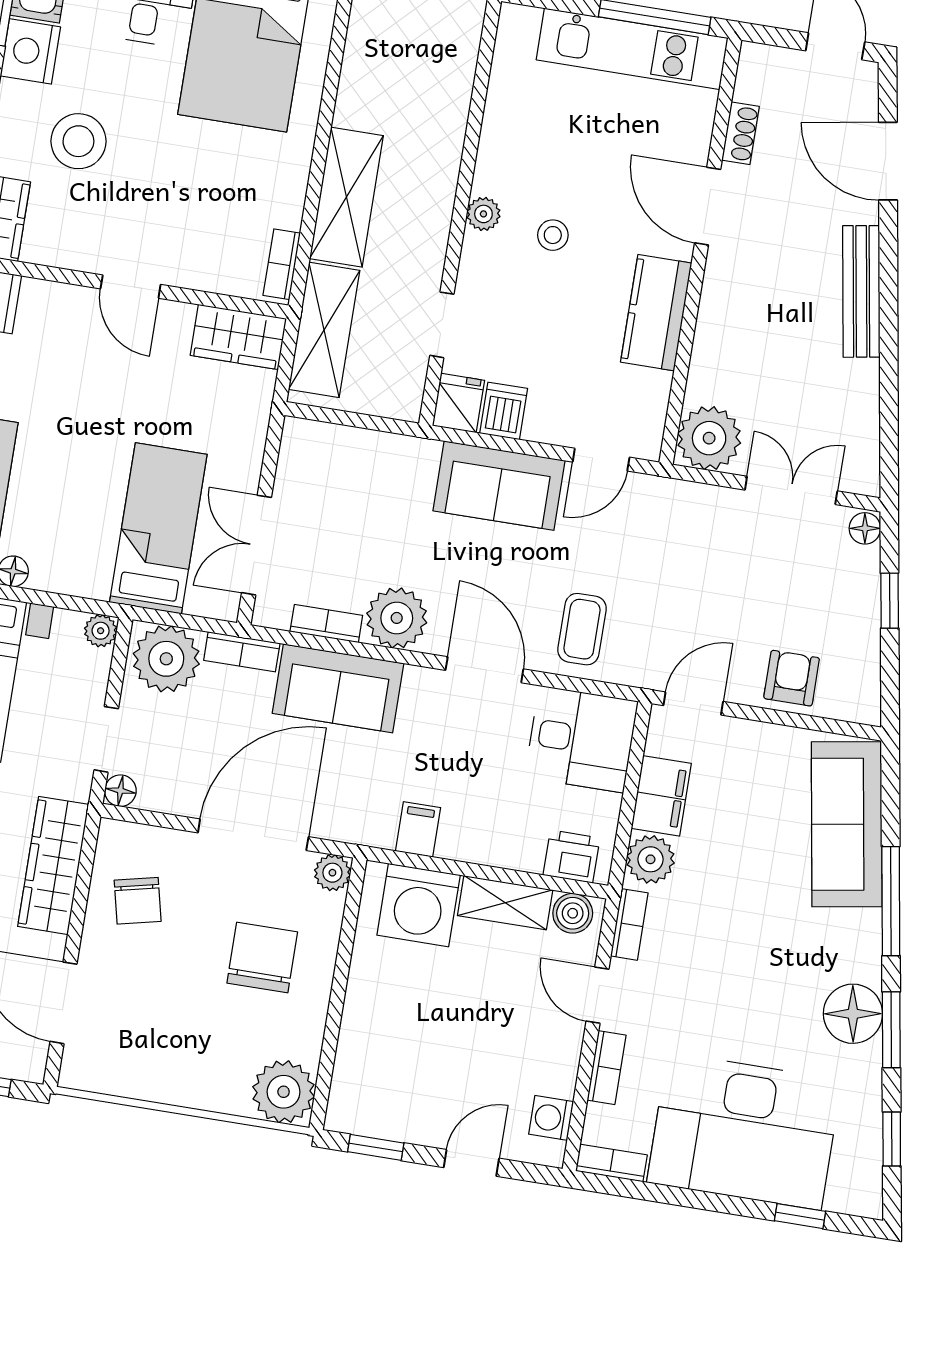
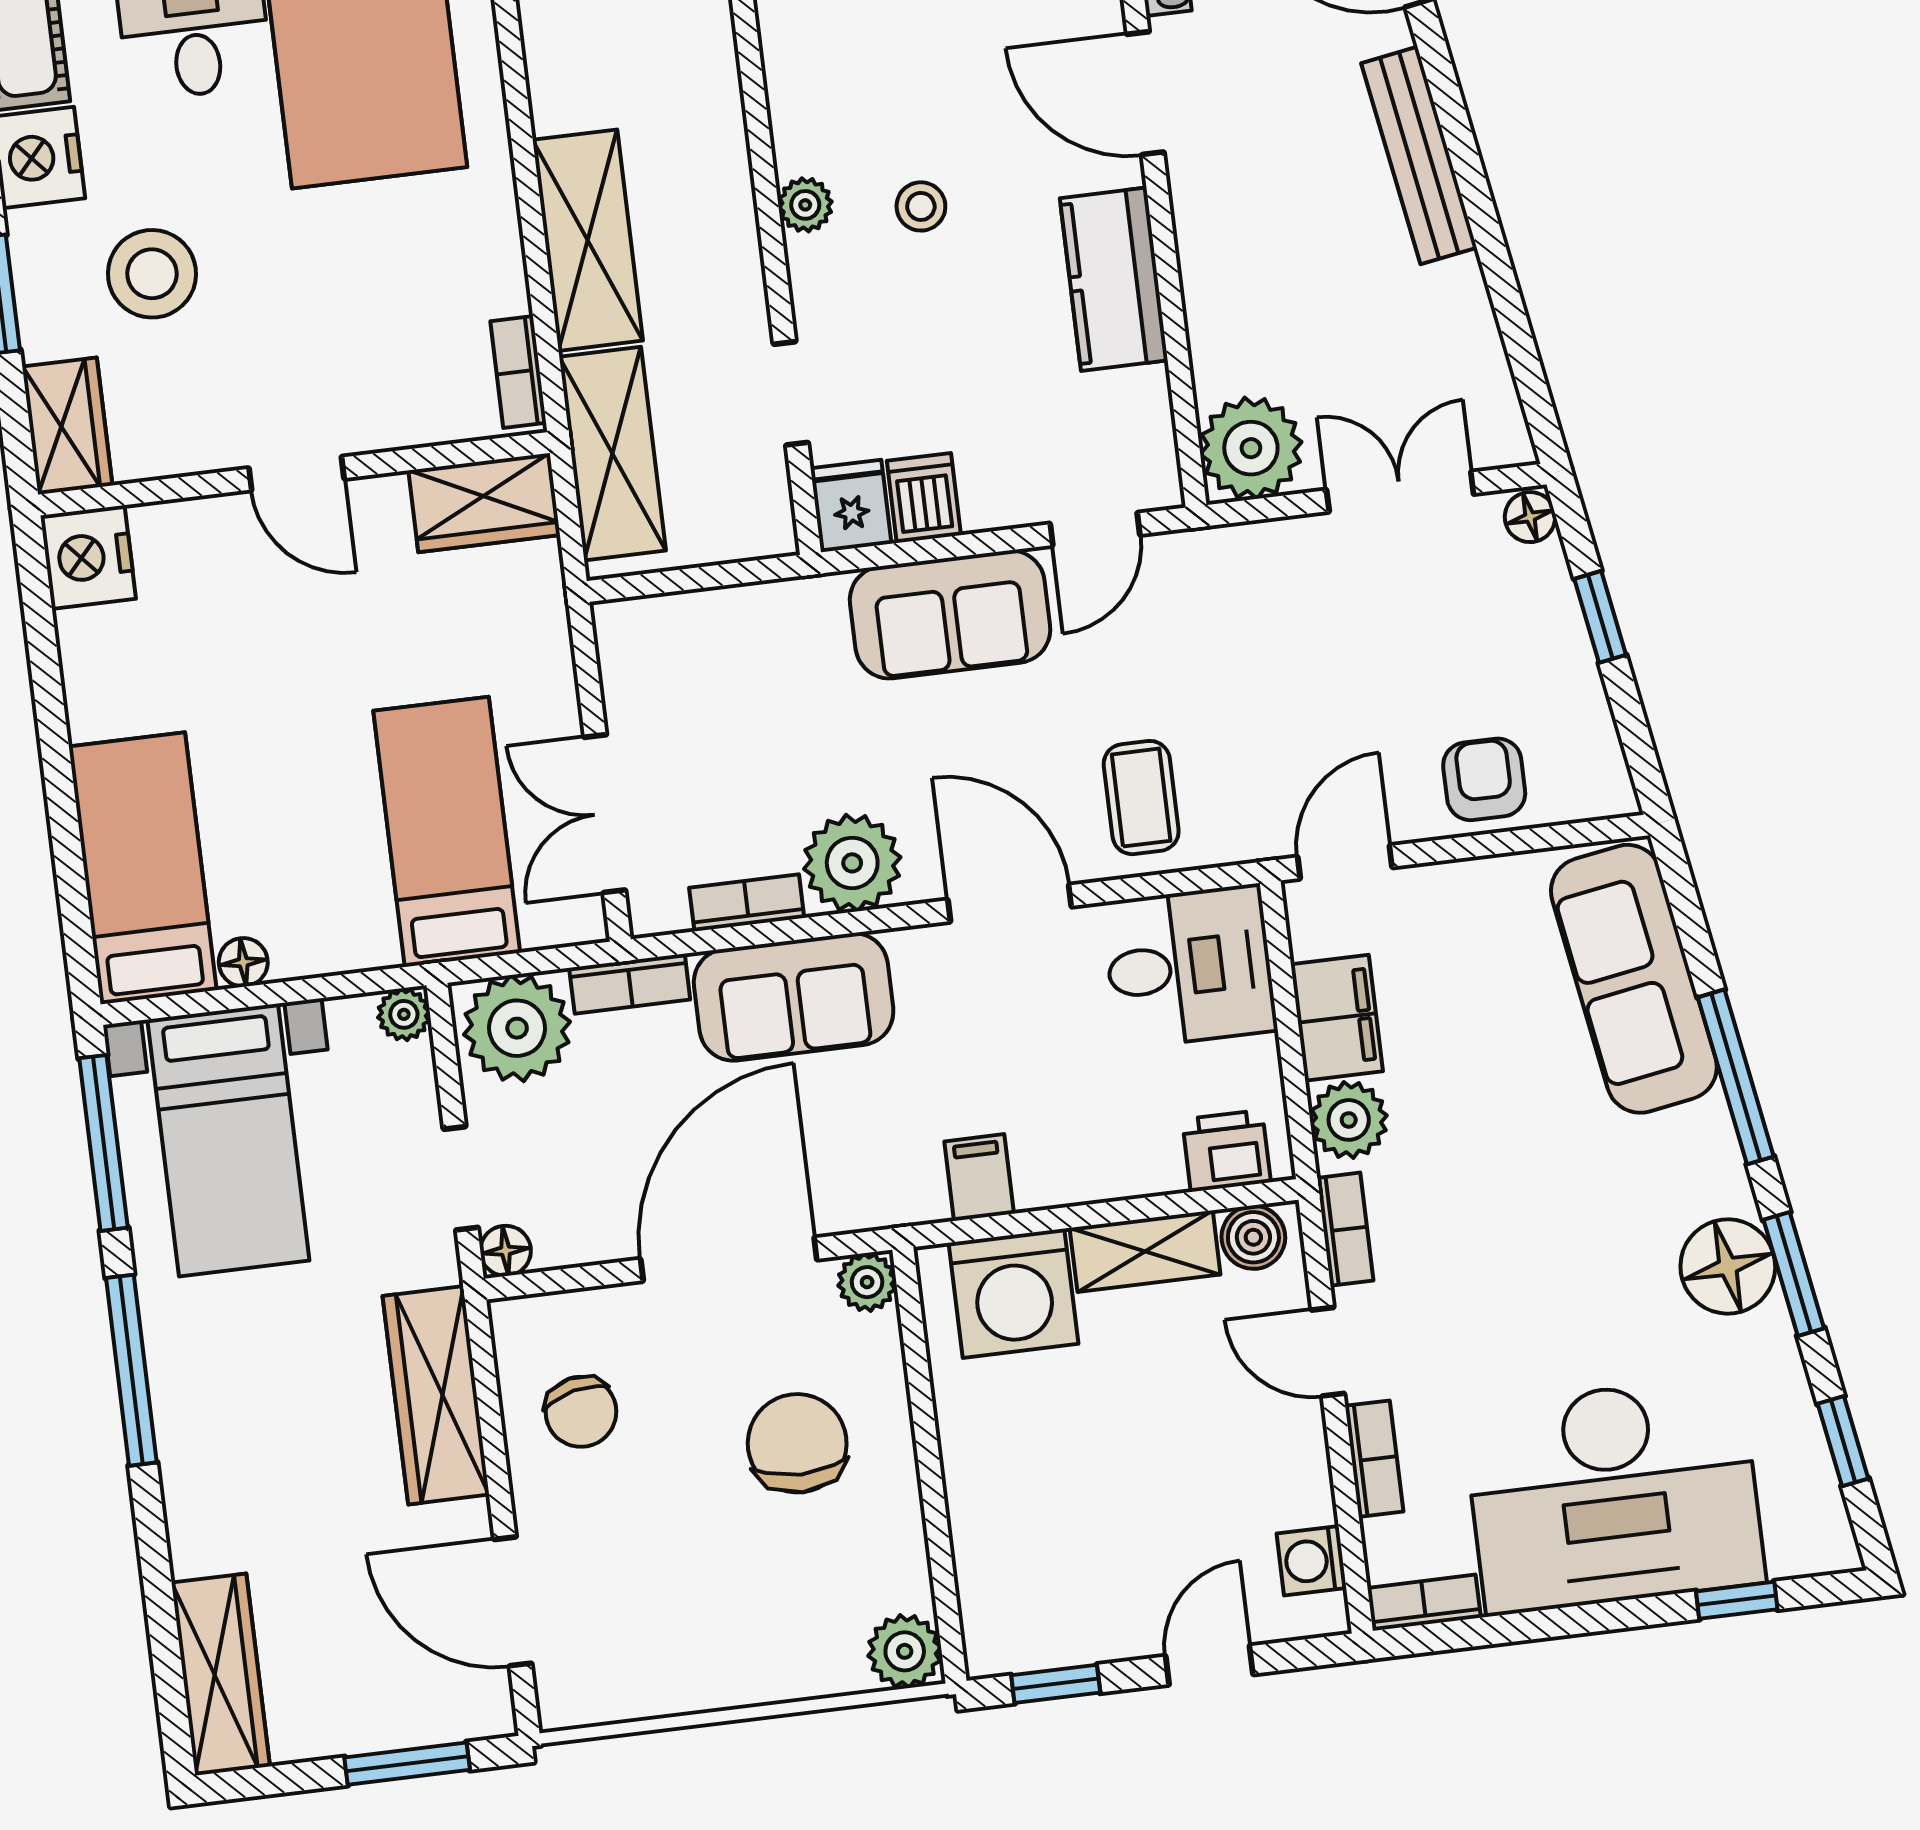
plant: (284, 1092) -> (905, 1651), width x0.73, depth x0.73

